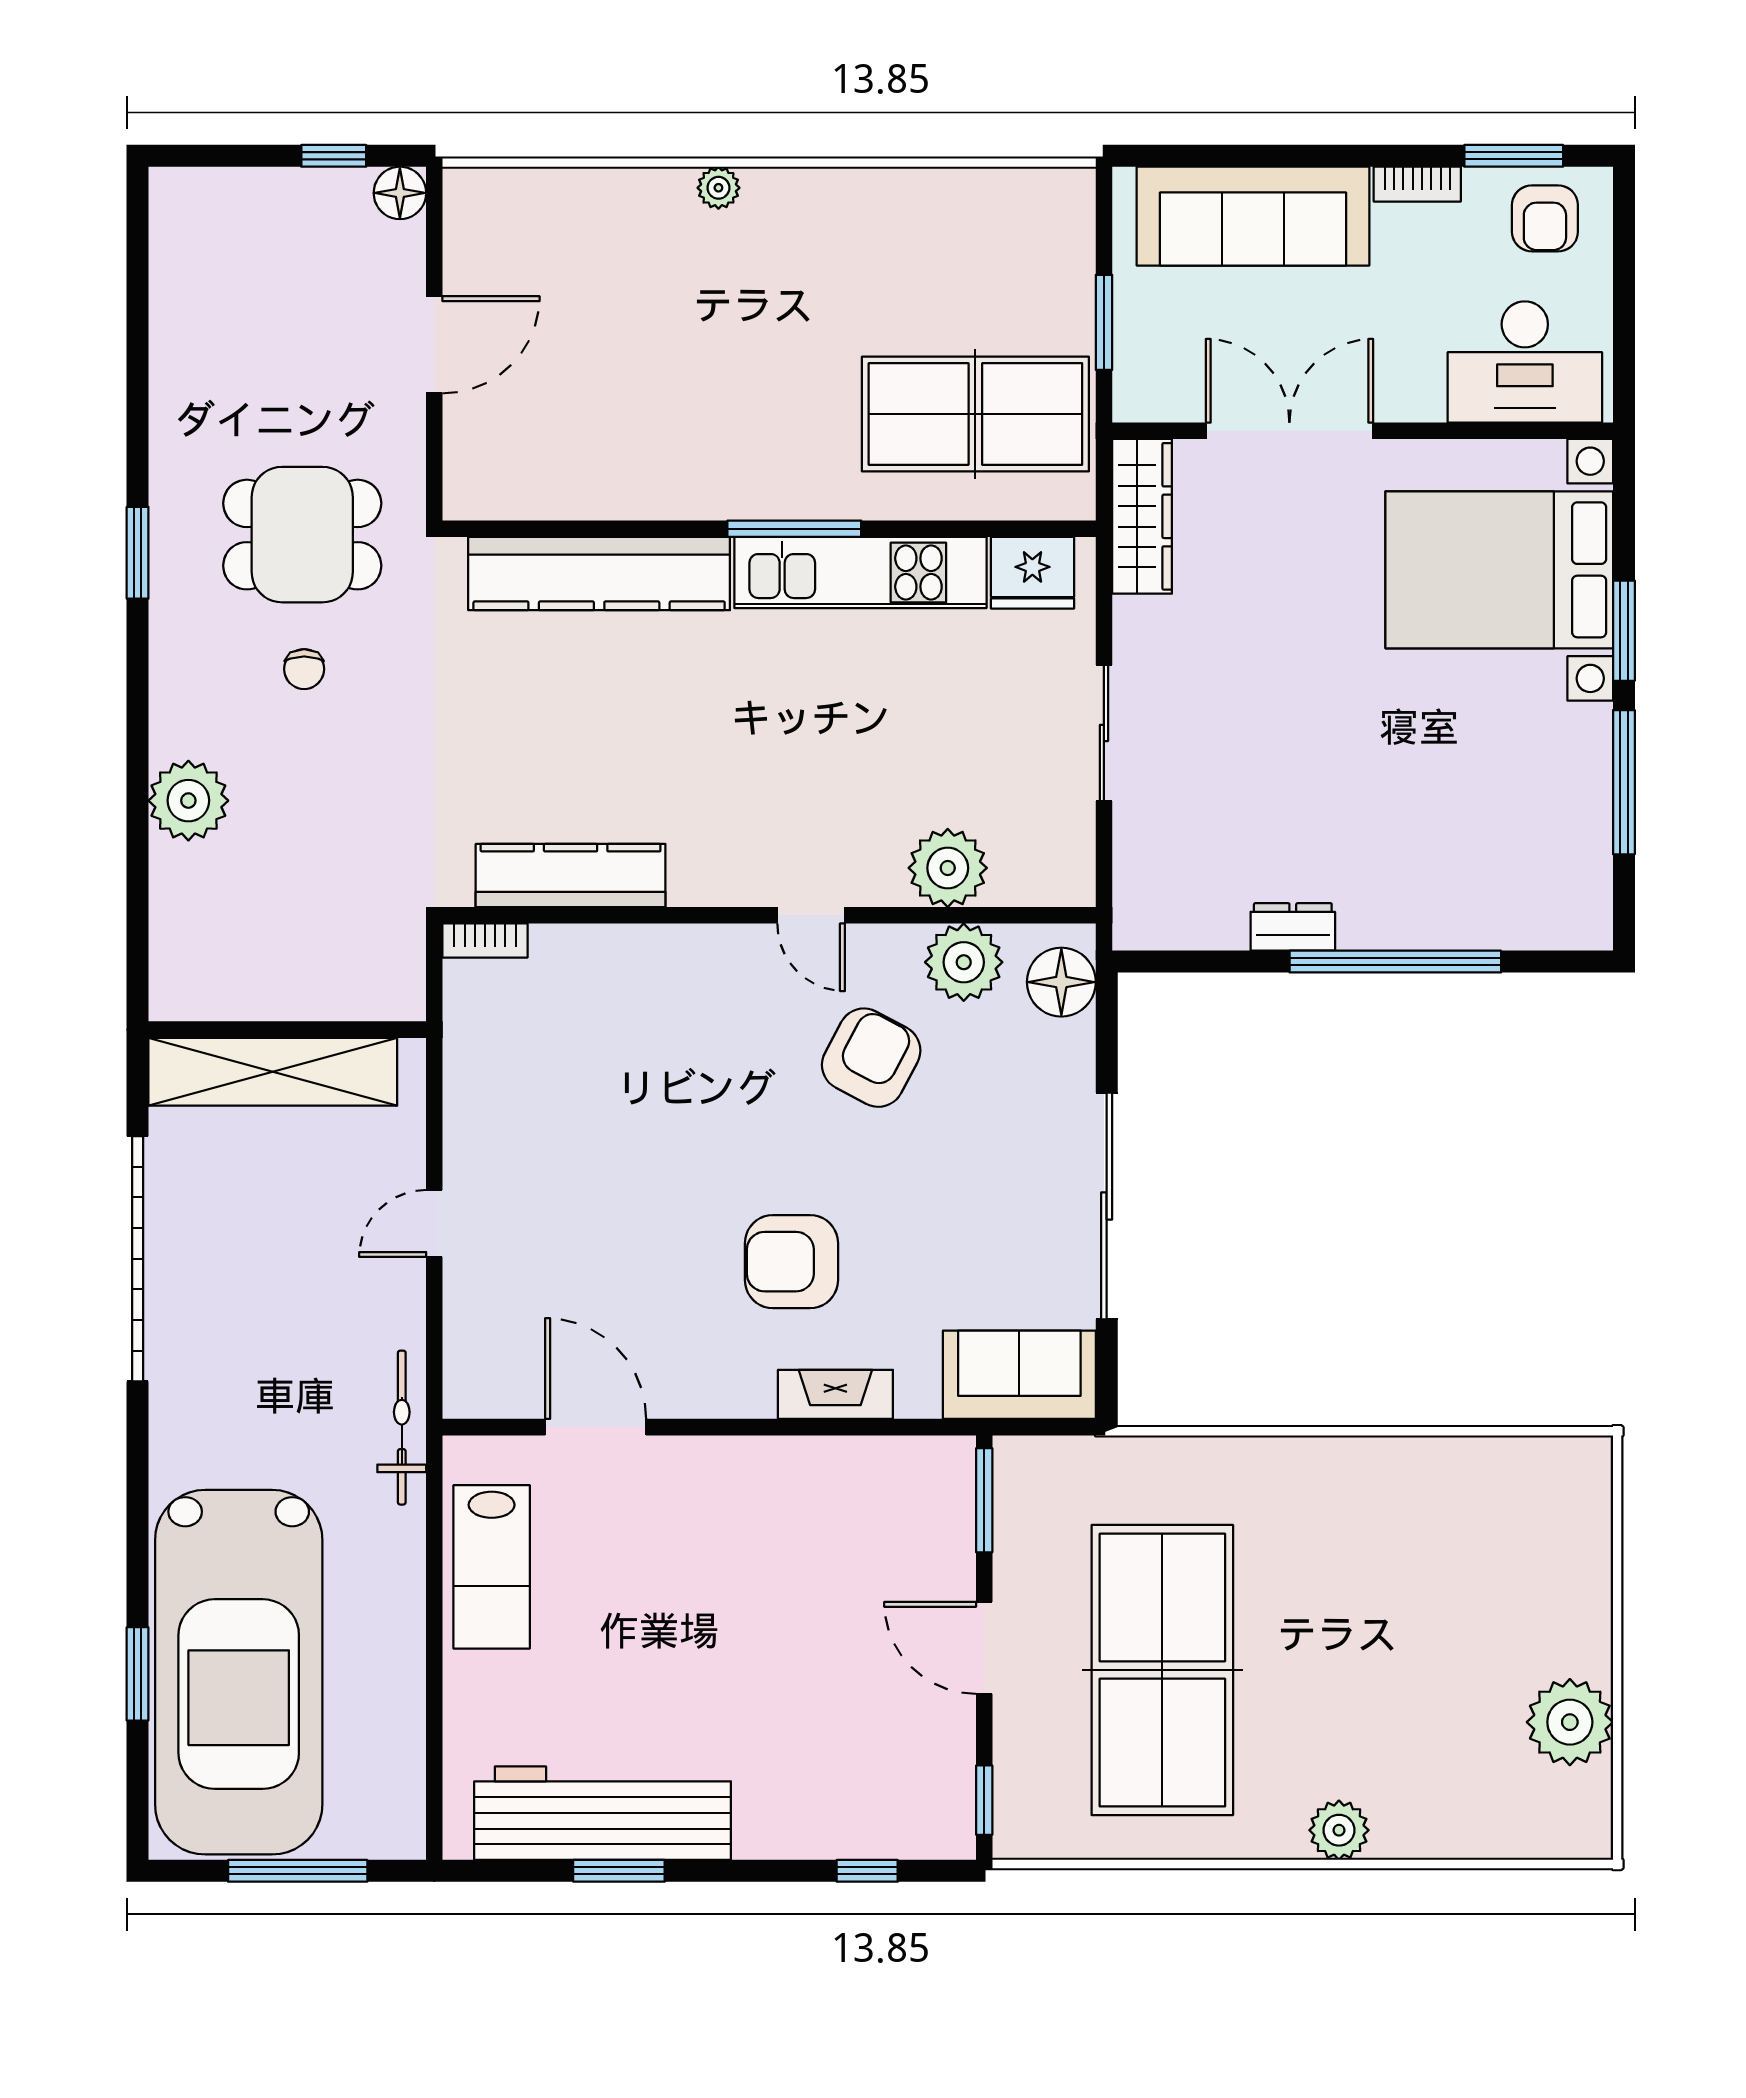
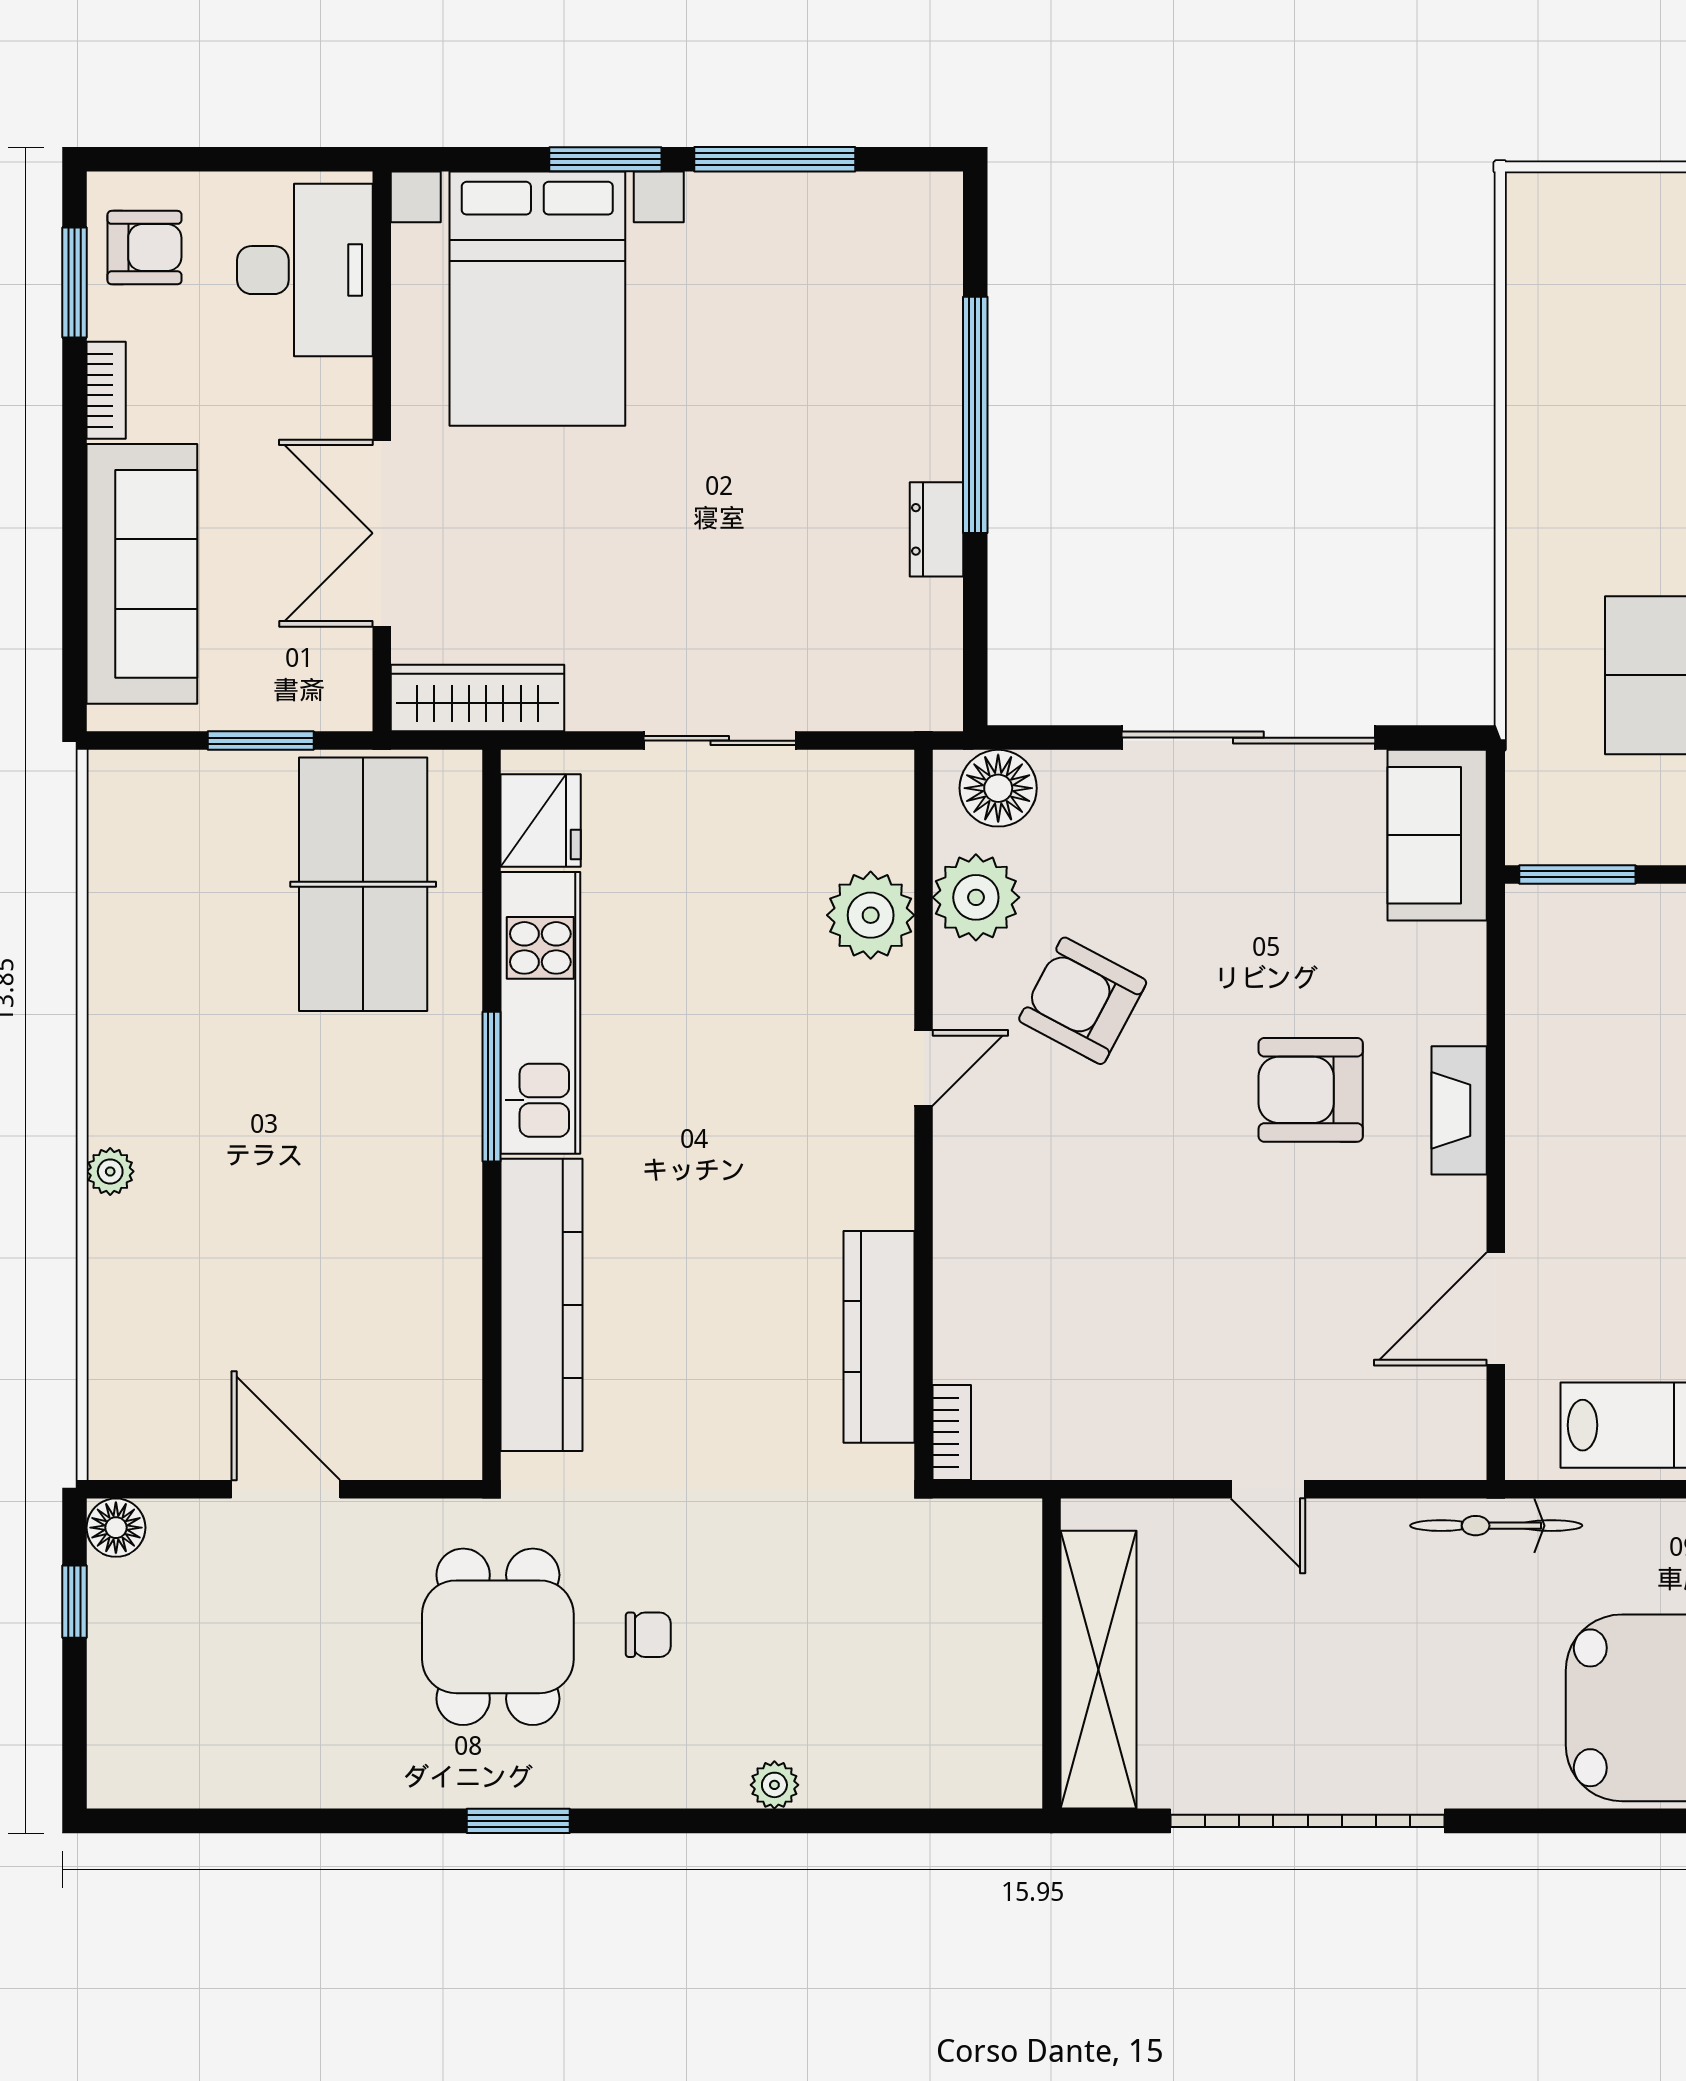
plant: (188, 801) -> (774, 1785), width x0.53, depth x0.53
armchair: (791, 1262) -> (1311, 1090), turned 90
fireplace: (835, 1394) -> (1459, 1110), moved

